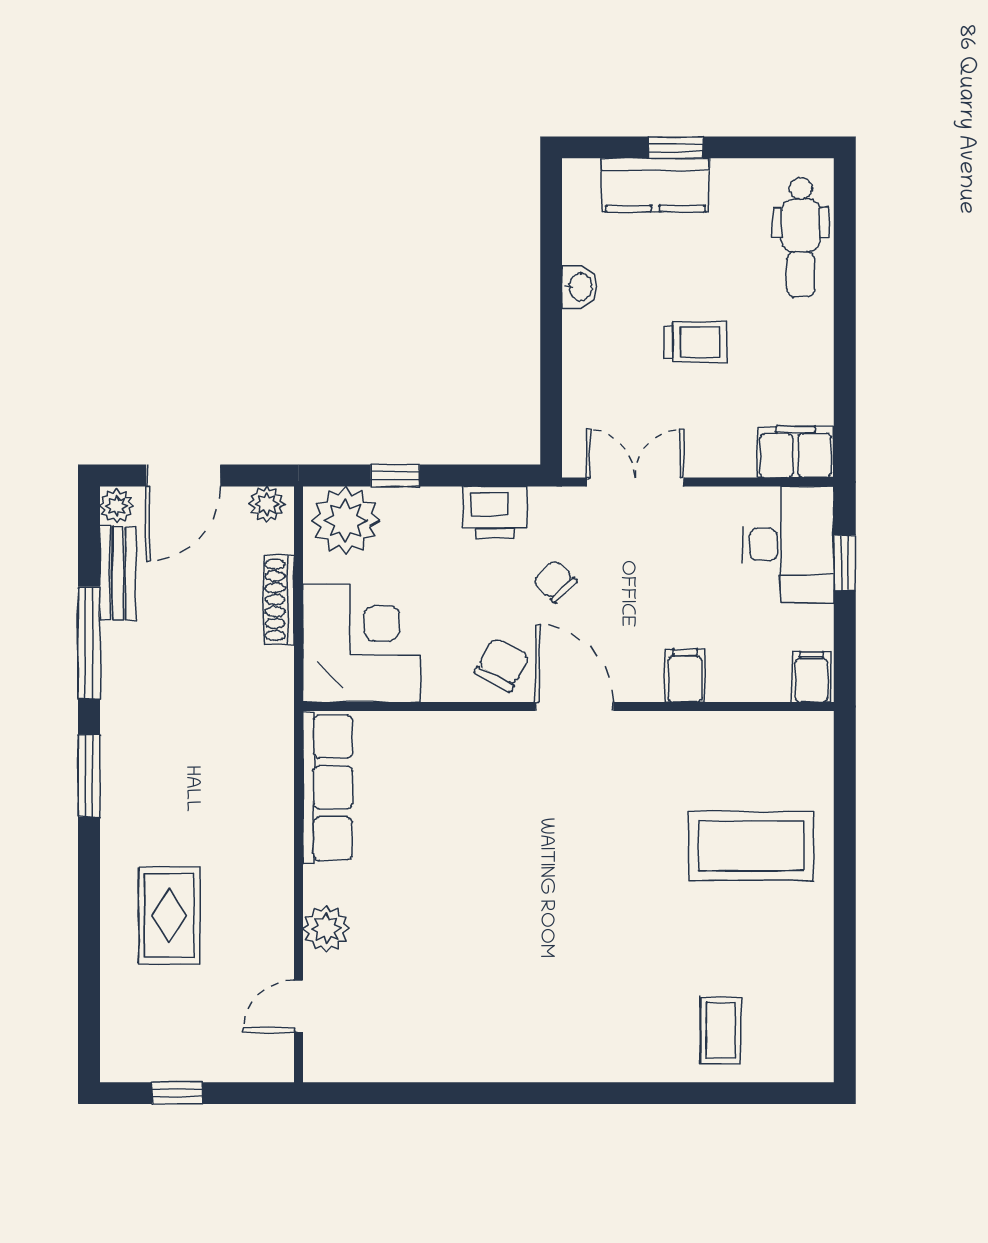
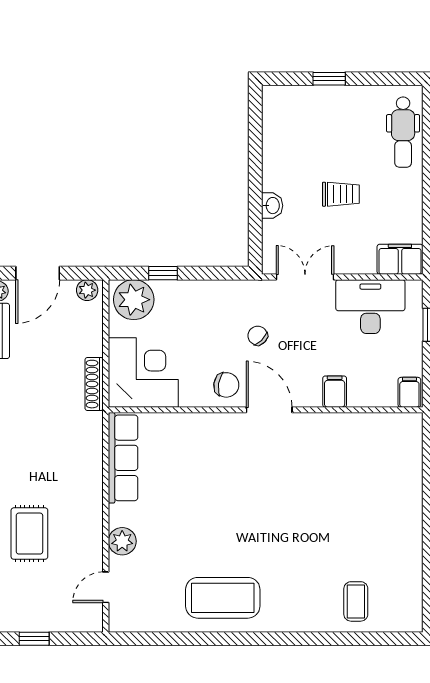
kitchen counter: (655, 185) -> (317, 101), removed
washbasin: (579, 287) -> (272, 206), moved
printer: (495, 512) -> (222, 295), removed
desk: (788, 545) -> (370, 307), moved, turned -90
shoe rack: (279, 600) -> (94, 384), moved
chair: (502, 664) -> (226, 385), turned 71
coffee table: (751, 846) -> (223, 598), moved

